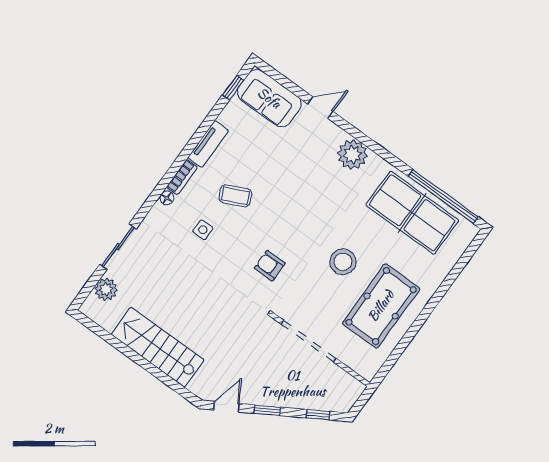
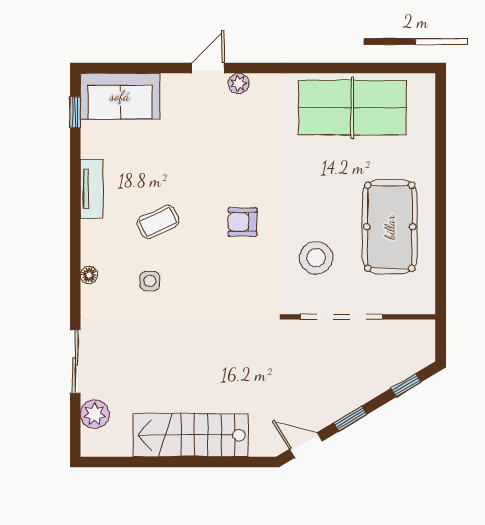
door: (320, 108) -> (208, 68), moved
plant: (352, 155) -> (239, 83), width x0.53, depth x0.53
bookcase: (182, 177) -> (89, 242), removed
window: (443, 197) -> (372, 68), removed
stool: (343, 262) -> (316, 258), moved
armchair: (270, 266) -> (242, 222), moved
door: (227, 407) -> (306, 445), hinge flipped

